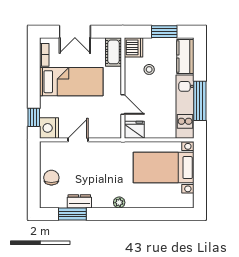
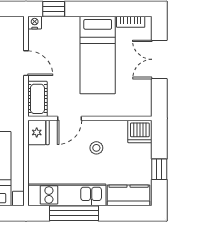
window: (164, 32) -> (159, 169), width x0.67
cot: (113, 52) -> (37, 99), moved, turned 90
stool: (149, 69) -> (96, 148), moved
nightstand: (49, 128) -> (35, 23), width x0.53, depth x0.56

